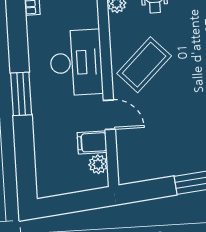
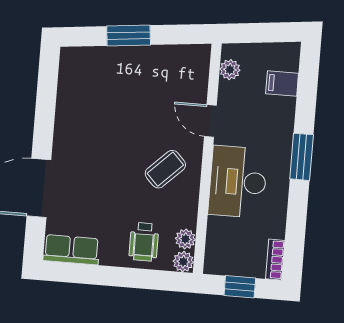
coffee table: (144, 65) -> (165, 169), width x0.73, depth x0.77
filing cabinet: (92, 142) -> (282, 83), moved, turned 180

